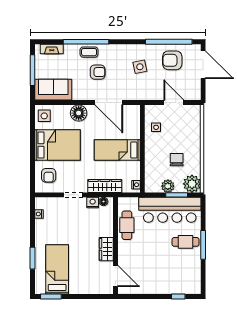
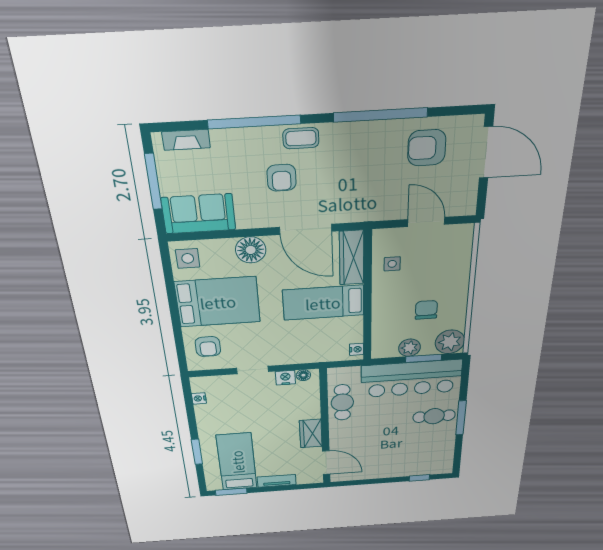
window: (169, 42) -> (381, 115), moved
coffee table: (89, 52) -> (301, 138), moved
side table: (140, 67) -> (363, 163), removed
armchair: (98, 72) -> (281, 178), turned 90
wardrobe: (105, 186) -> (352, 258), moved, turned -90
tv unit: (82, 289) -> (277, 481), added

